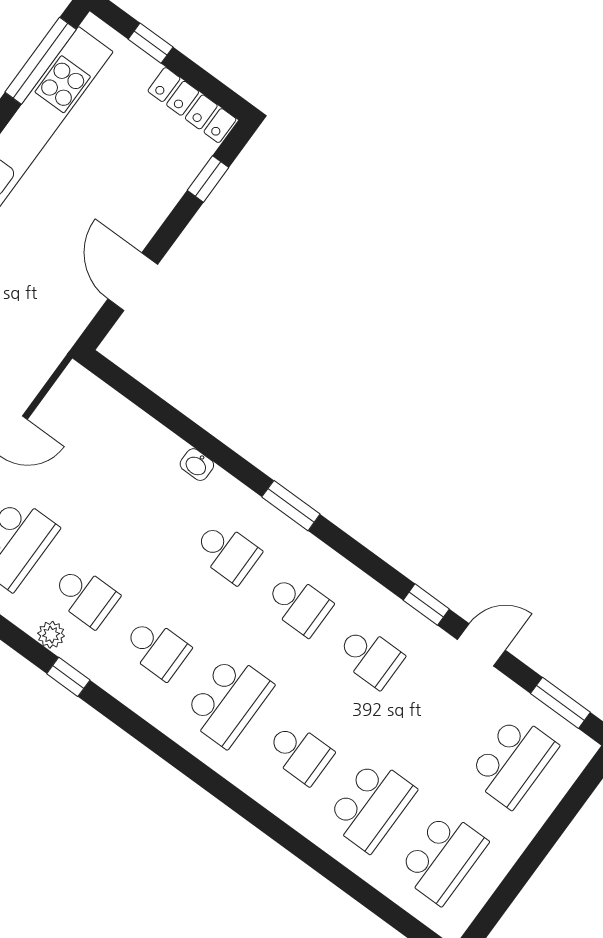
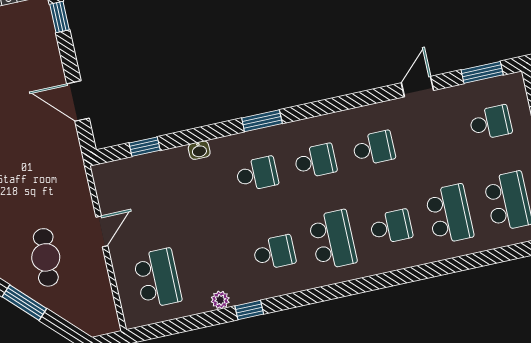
school desk: (85, 596) -> (216, 265), removed
window: (426, 605) -> (145, 147), moved
school desk: (513, 761) -> (490, 123), width x0.54

